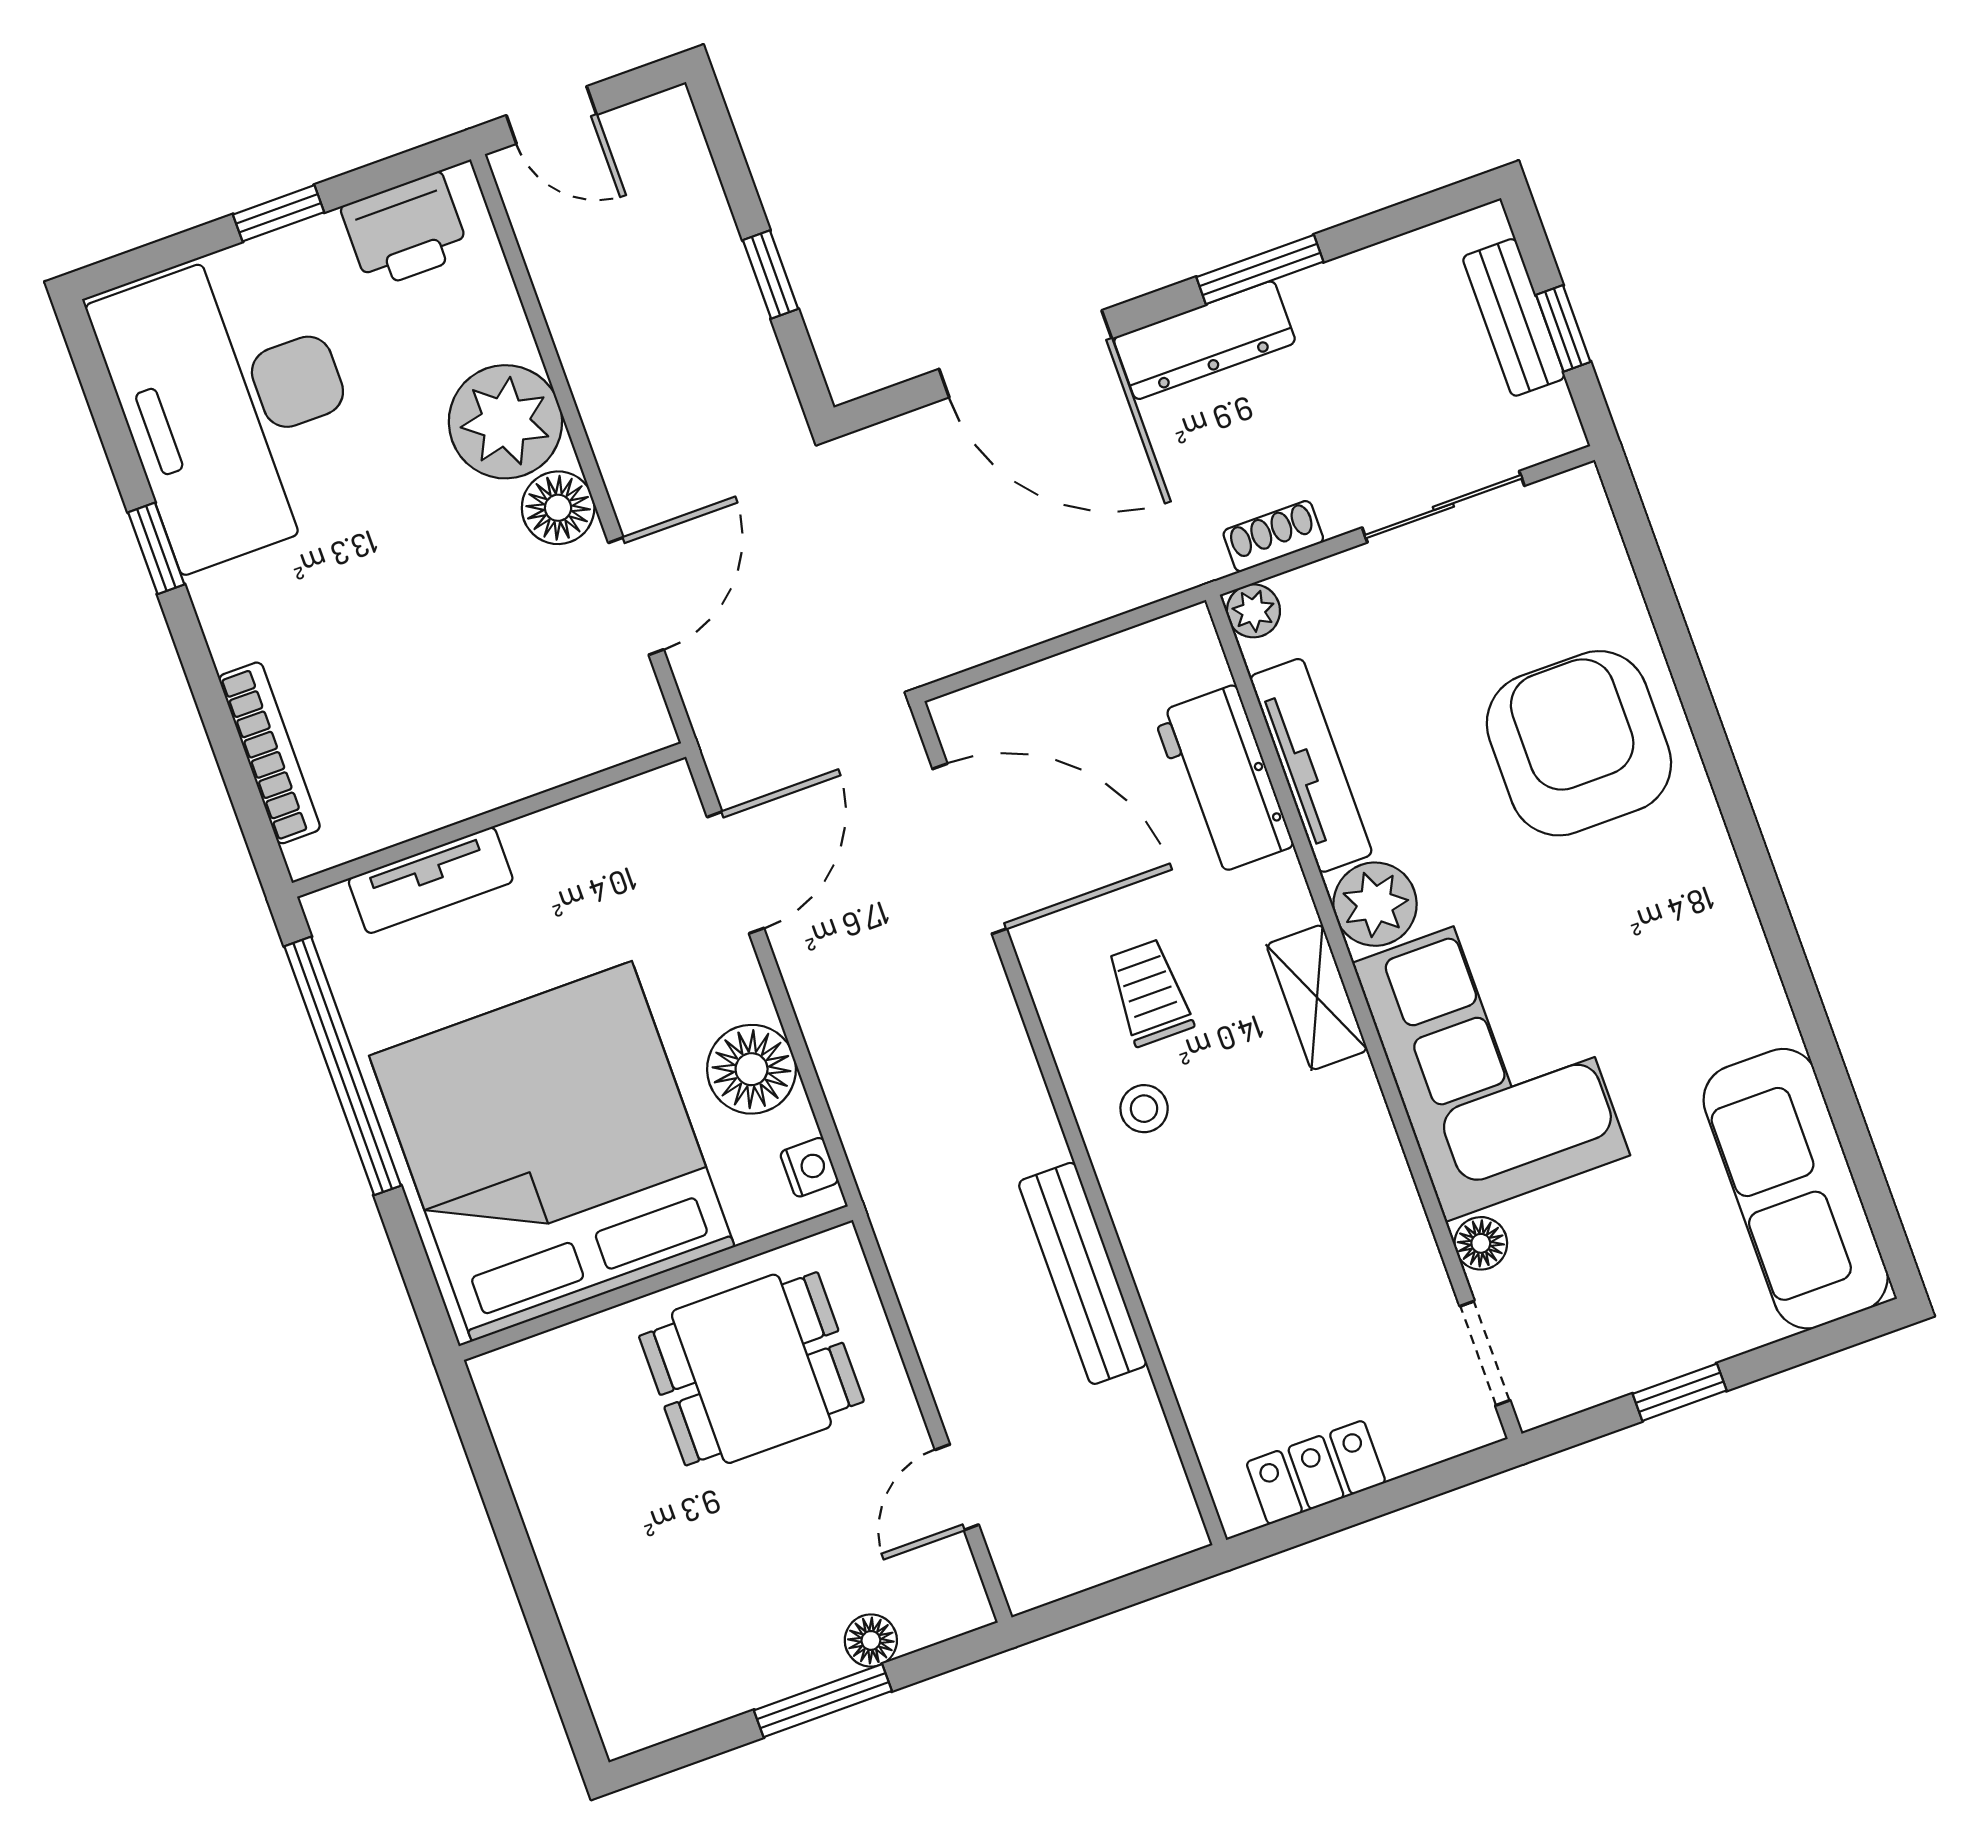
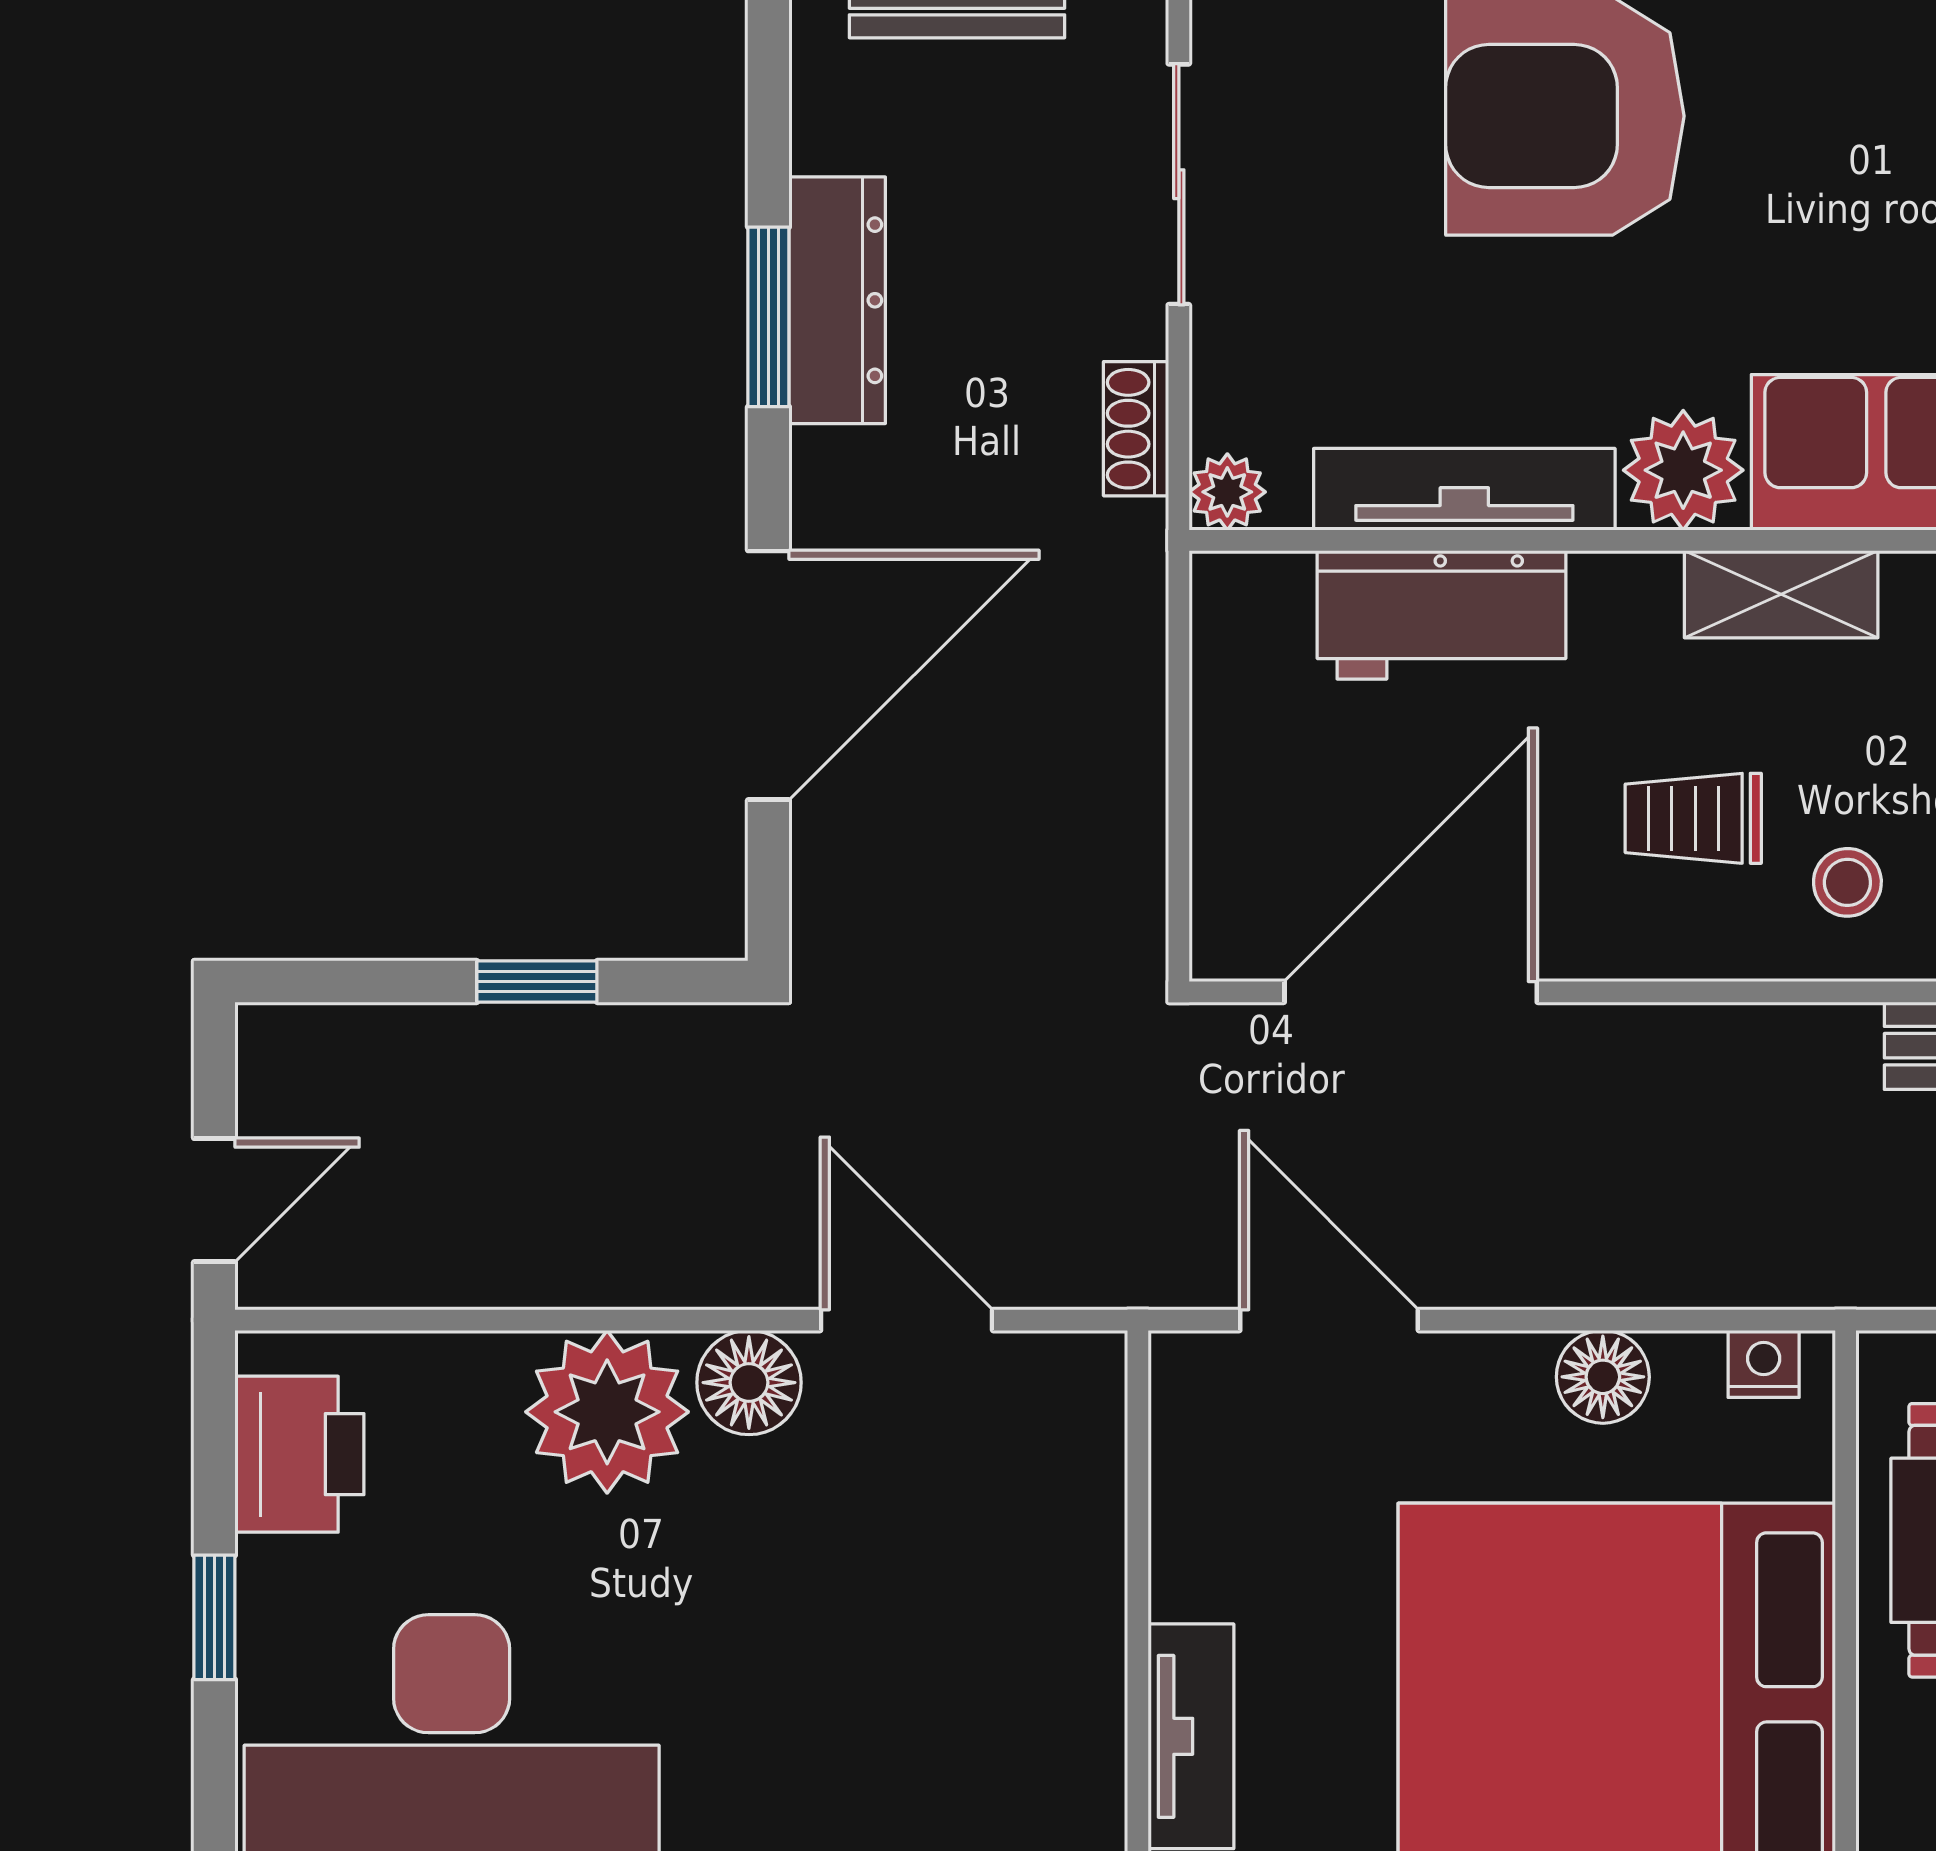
dresser: (1205, 340) -> (837, 300), moved
floor lamp: (752, 1069) -> (1603, 1377), width x0.73, depth x0.73

